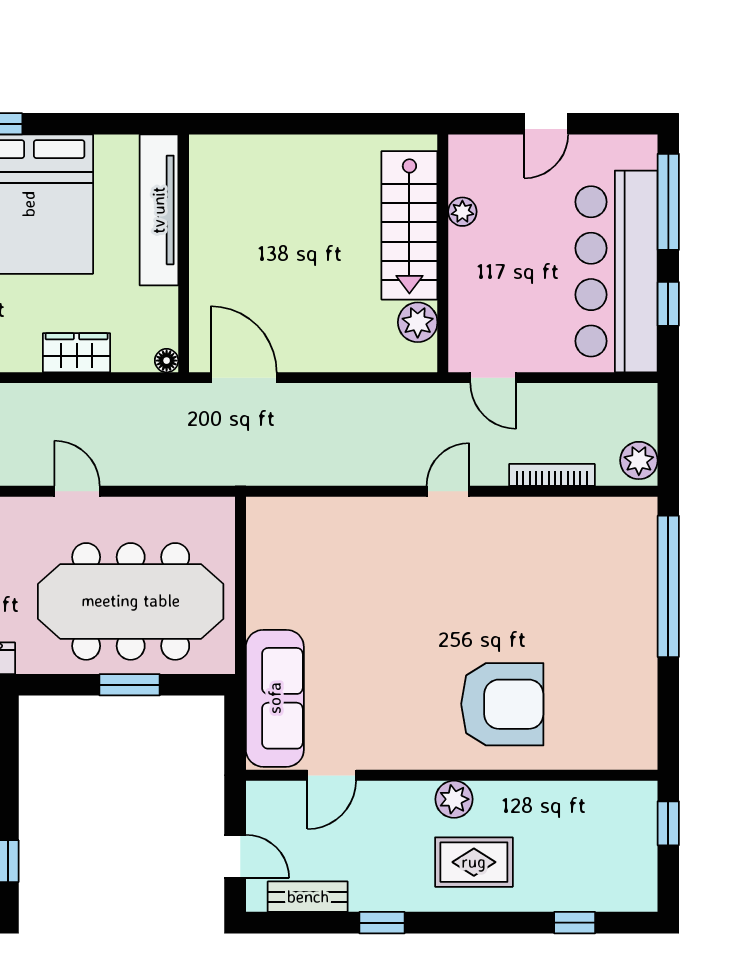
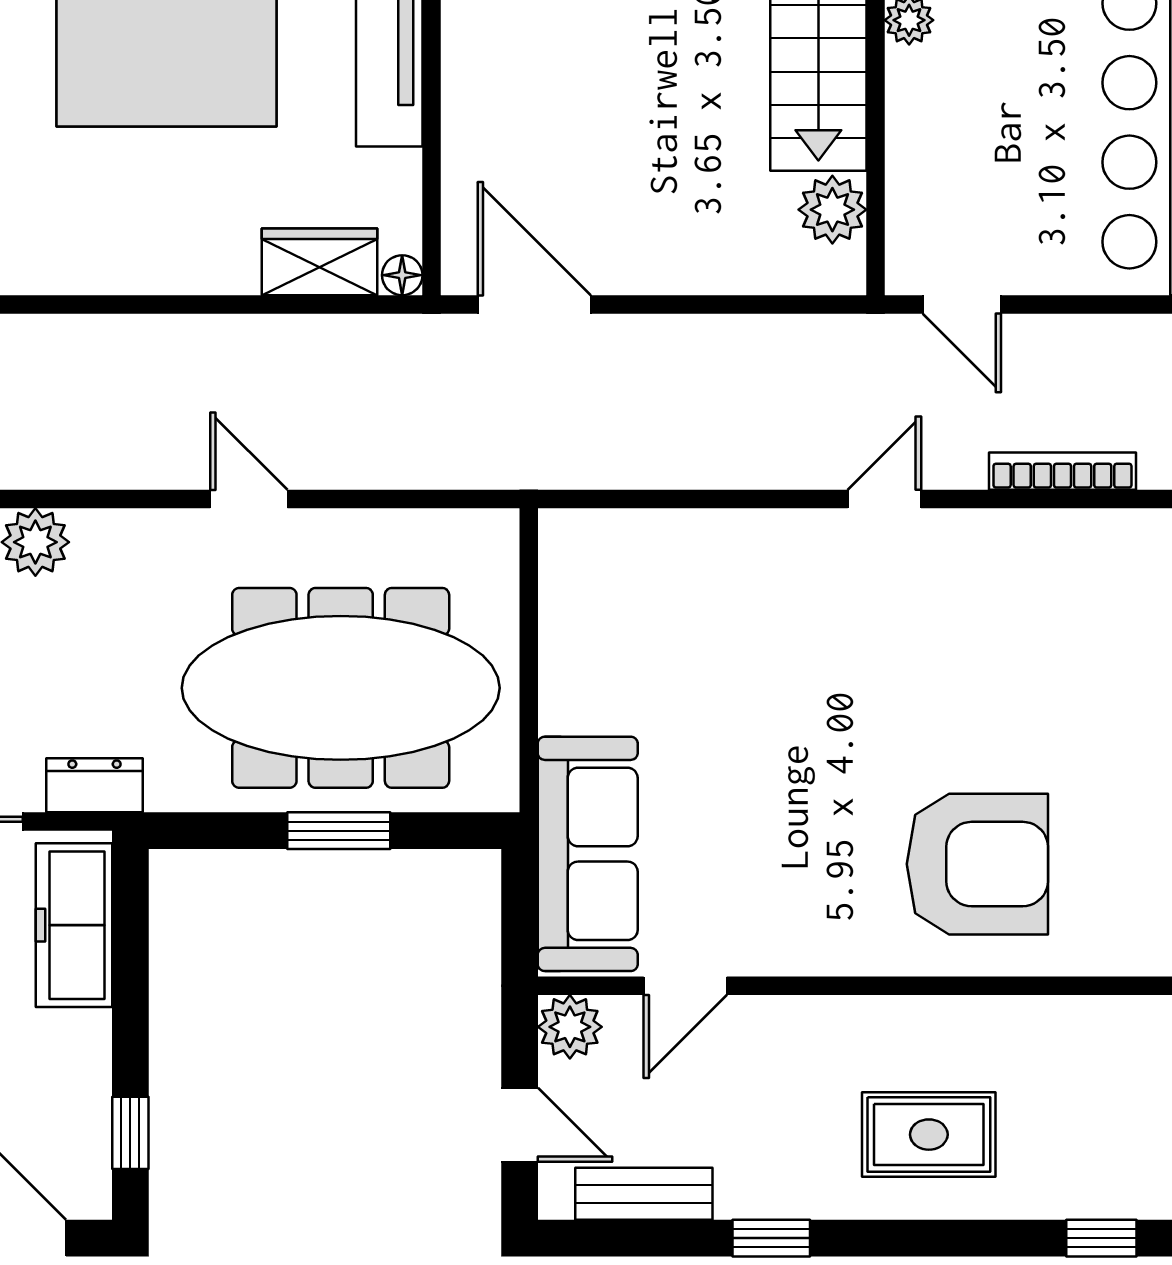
wardrobe: (77, 353) -> (319, 262), moved
plant: (454, 799) -> (570, 1027), moved

